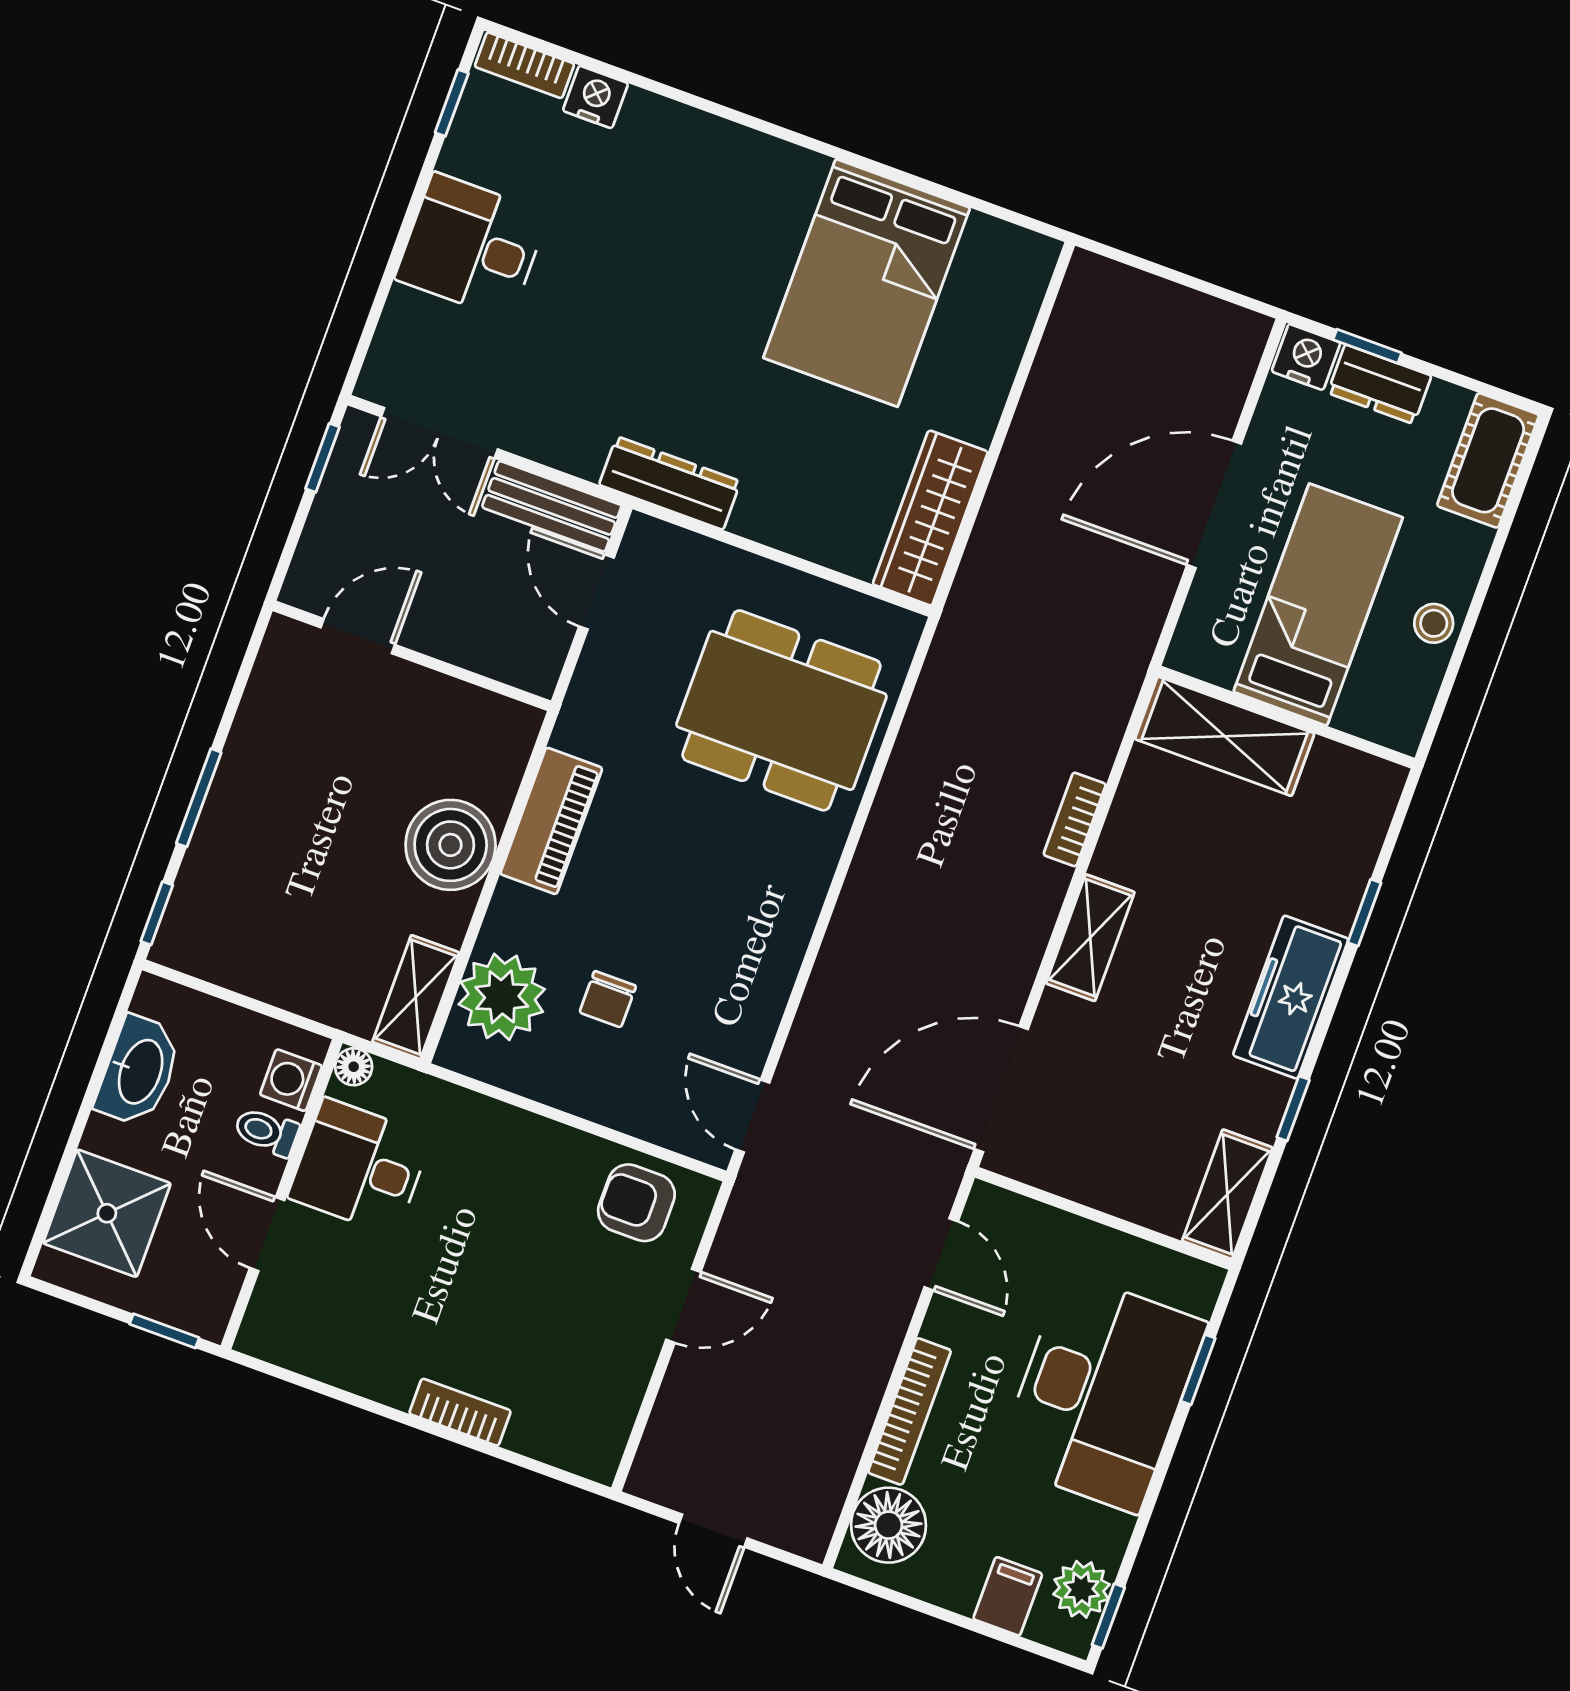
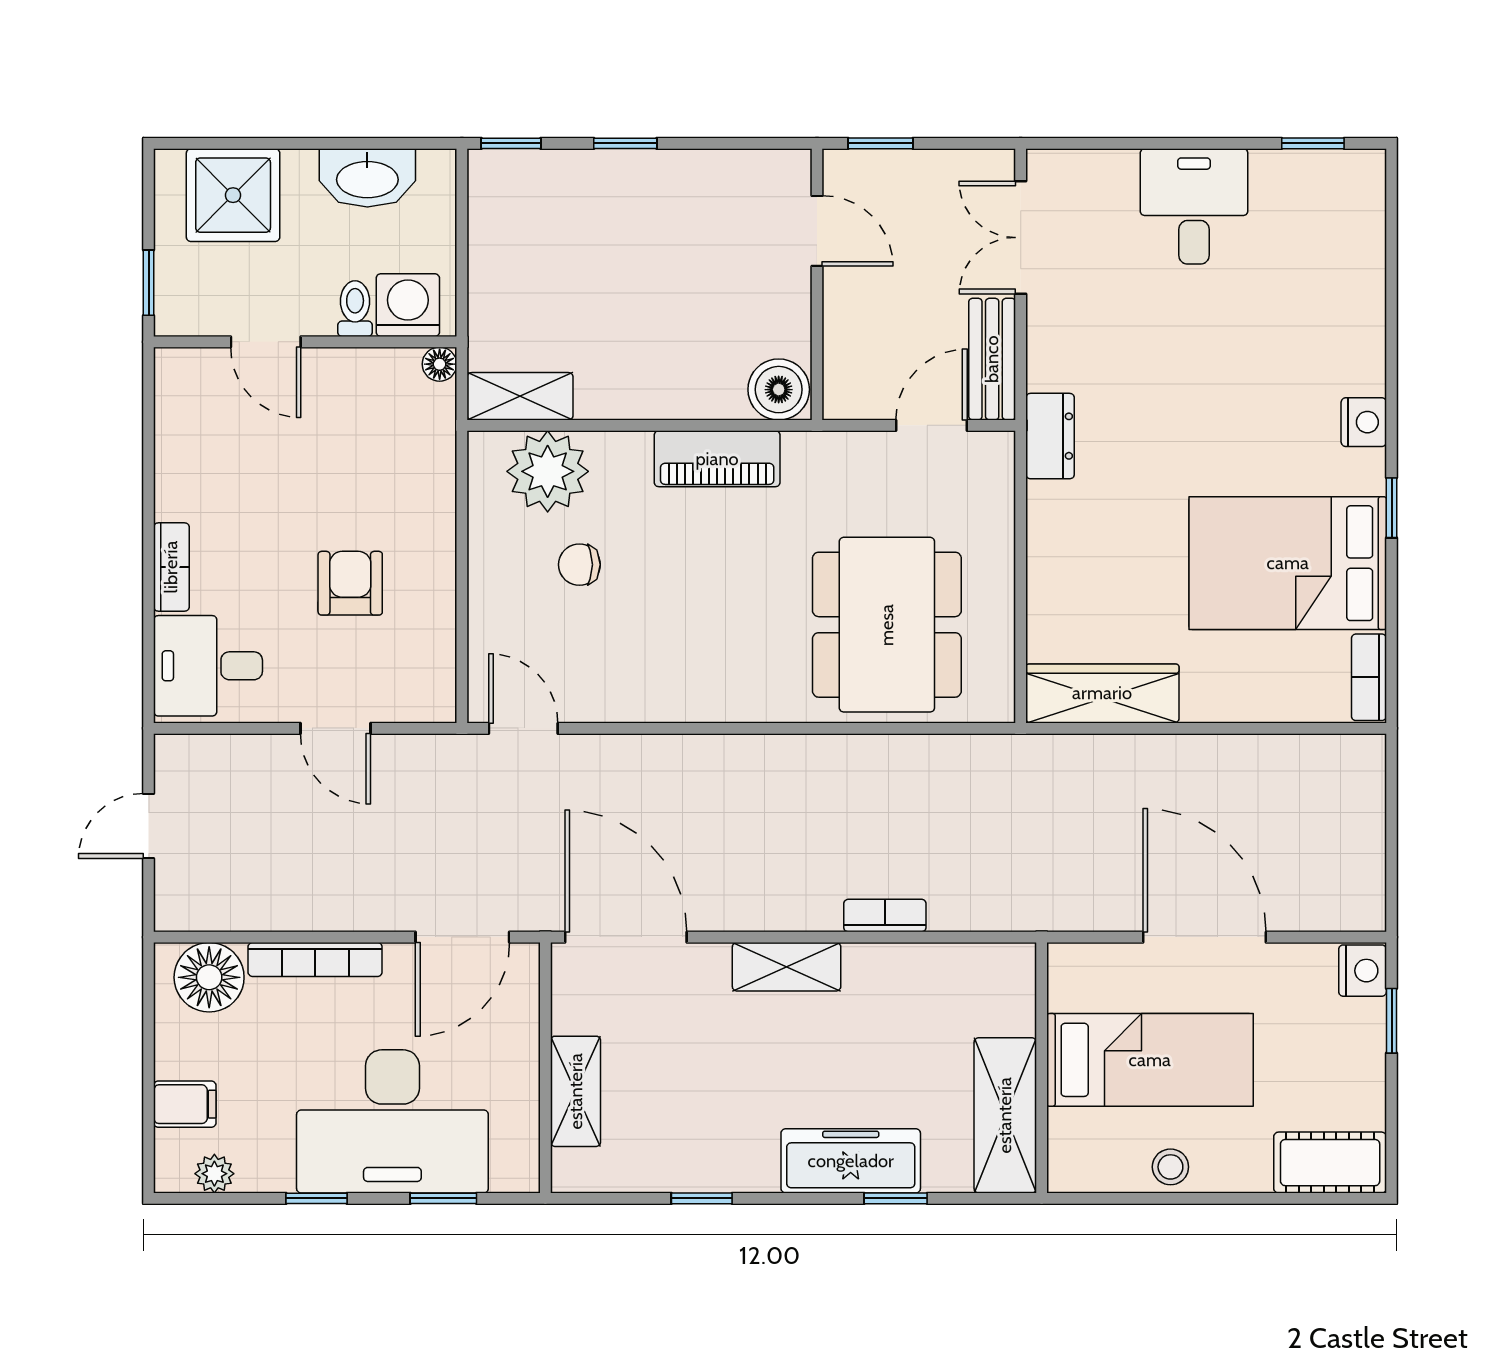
bookcase: (525, 65) -> (1369, 677), moved
nightstand: (595, 97) -> (1364, 422), moved
window: (849, 157) -> (1392, 508), added
dresser: (1380, 384) -> (1362, 1044), removed
window: (323, 458) -> (881, 143), moved
dresser: (670, 483) -> (1050, 436), width x0.70
shelving: (1225, 736) -> (1005, 1115), moved
window: (199, 798) -> (625, 143), width x0.67
boiler: (451, 845) -> (779, 390), moved, width x0.73, depth x0.73
freezer: (1291, 997) -> (851, 1161), moved
washing machine: (291, 1080) -> (408, 305), width x1.38, depth x1.38
door: (752, 1116) -> (523, 728), hinge flipped
desk: (360, 1167) -> (208, 666), moved, turned -90
shelving: (1227, 1194) -> (576, 1091), moved, turned 90
armchair: (636, 1203) -> (350, 583), moved
door: (267, 1234) -> (266, 342), swing flipped
door: (941, 1254) -> (462, 937), width x1.37
plant: (1081, 1589) -> (214, 1174), width x0.73, depth x0.73
window: (1108, 1616) -> (317, 1198), moved

